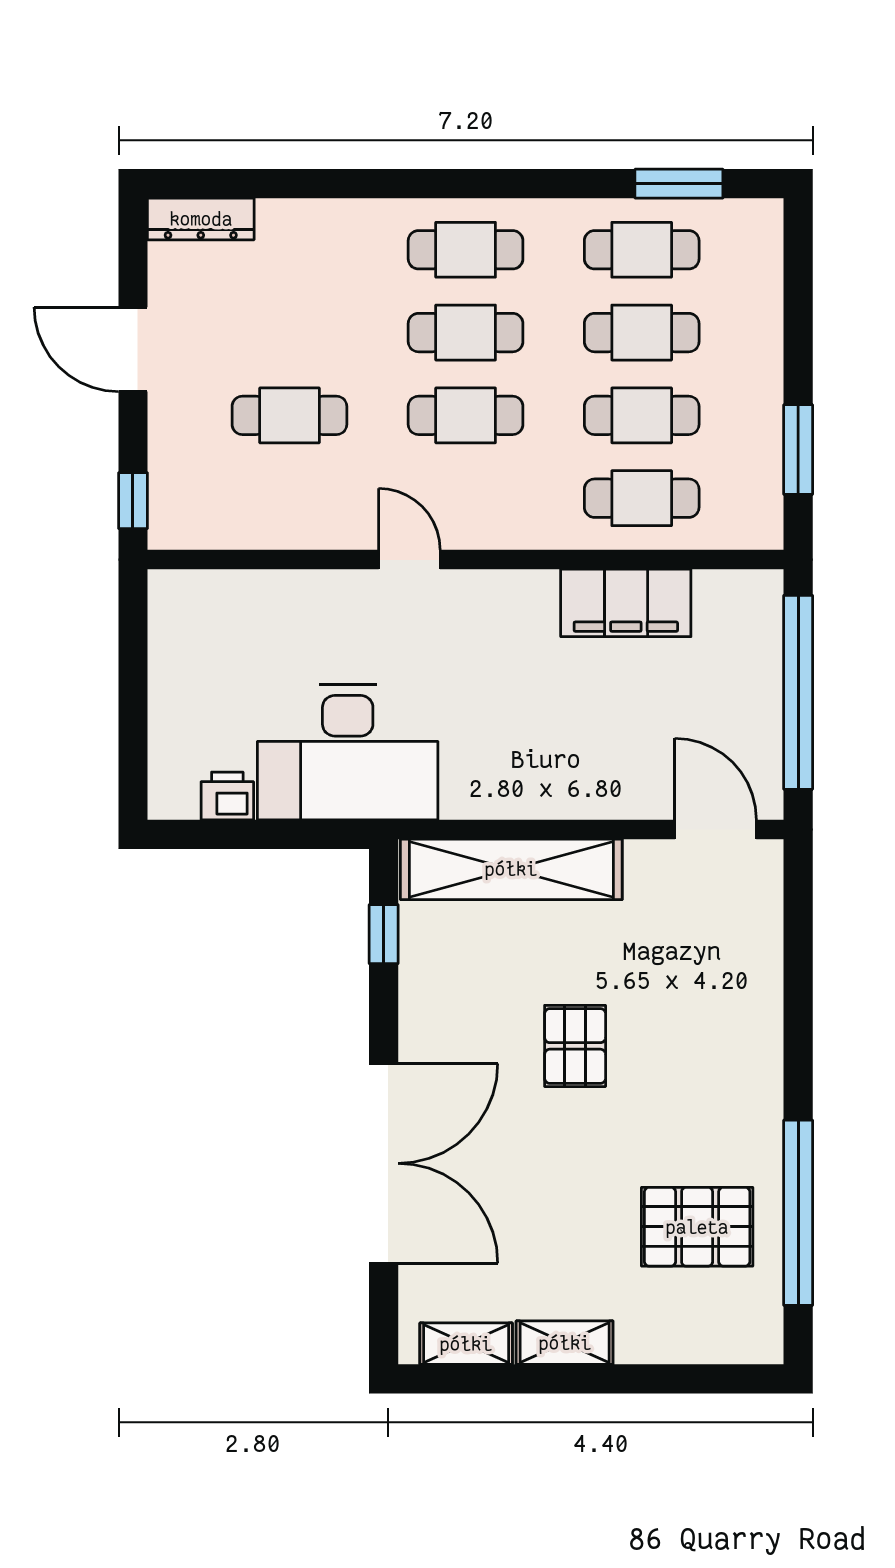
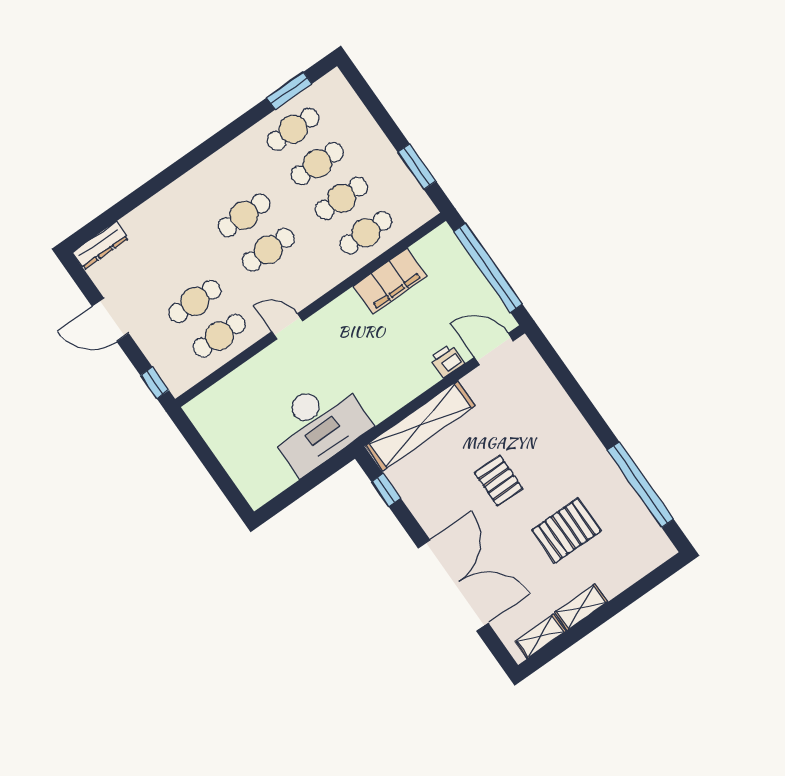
cafe table: (466, 250) -> (219, 336), moved
printer: (227, 796) -> (447, 361), moved
pallet: (697, 1227) -> (566, 530), moved

